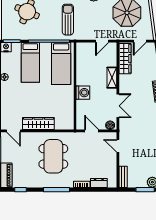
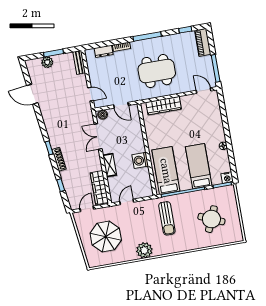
washing machine: (83, 93) -> (140, 160), moved
wardrobe: (38, 124) -> (164, 106), moved
dining table: (53, 156) -> (157, 71), turned 90

